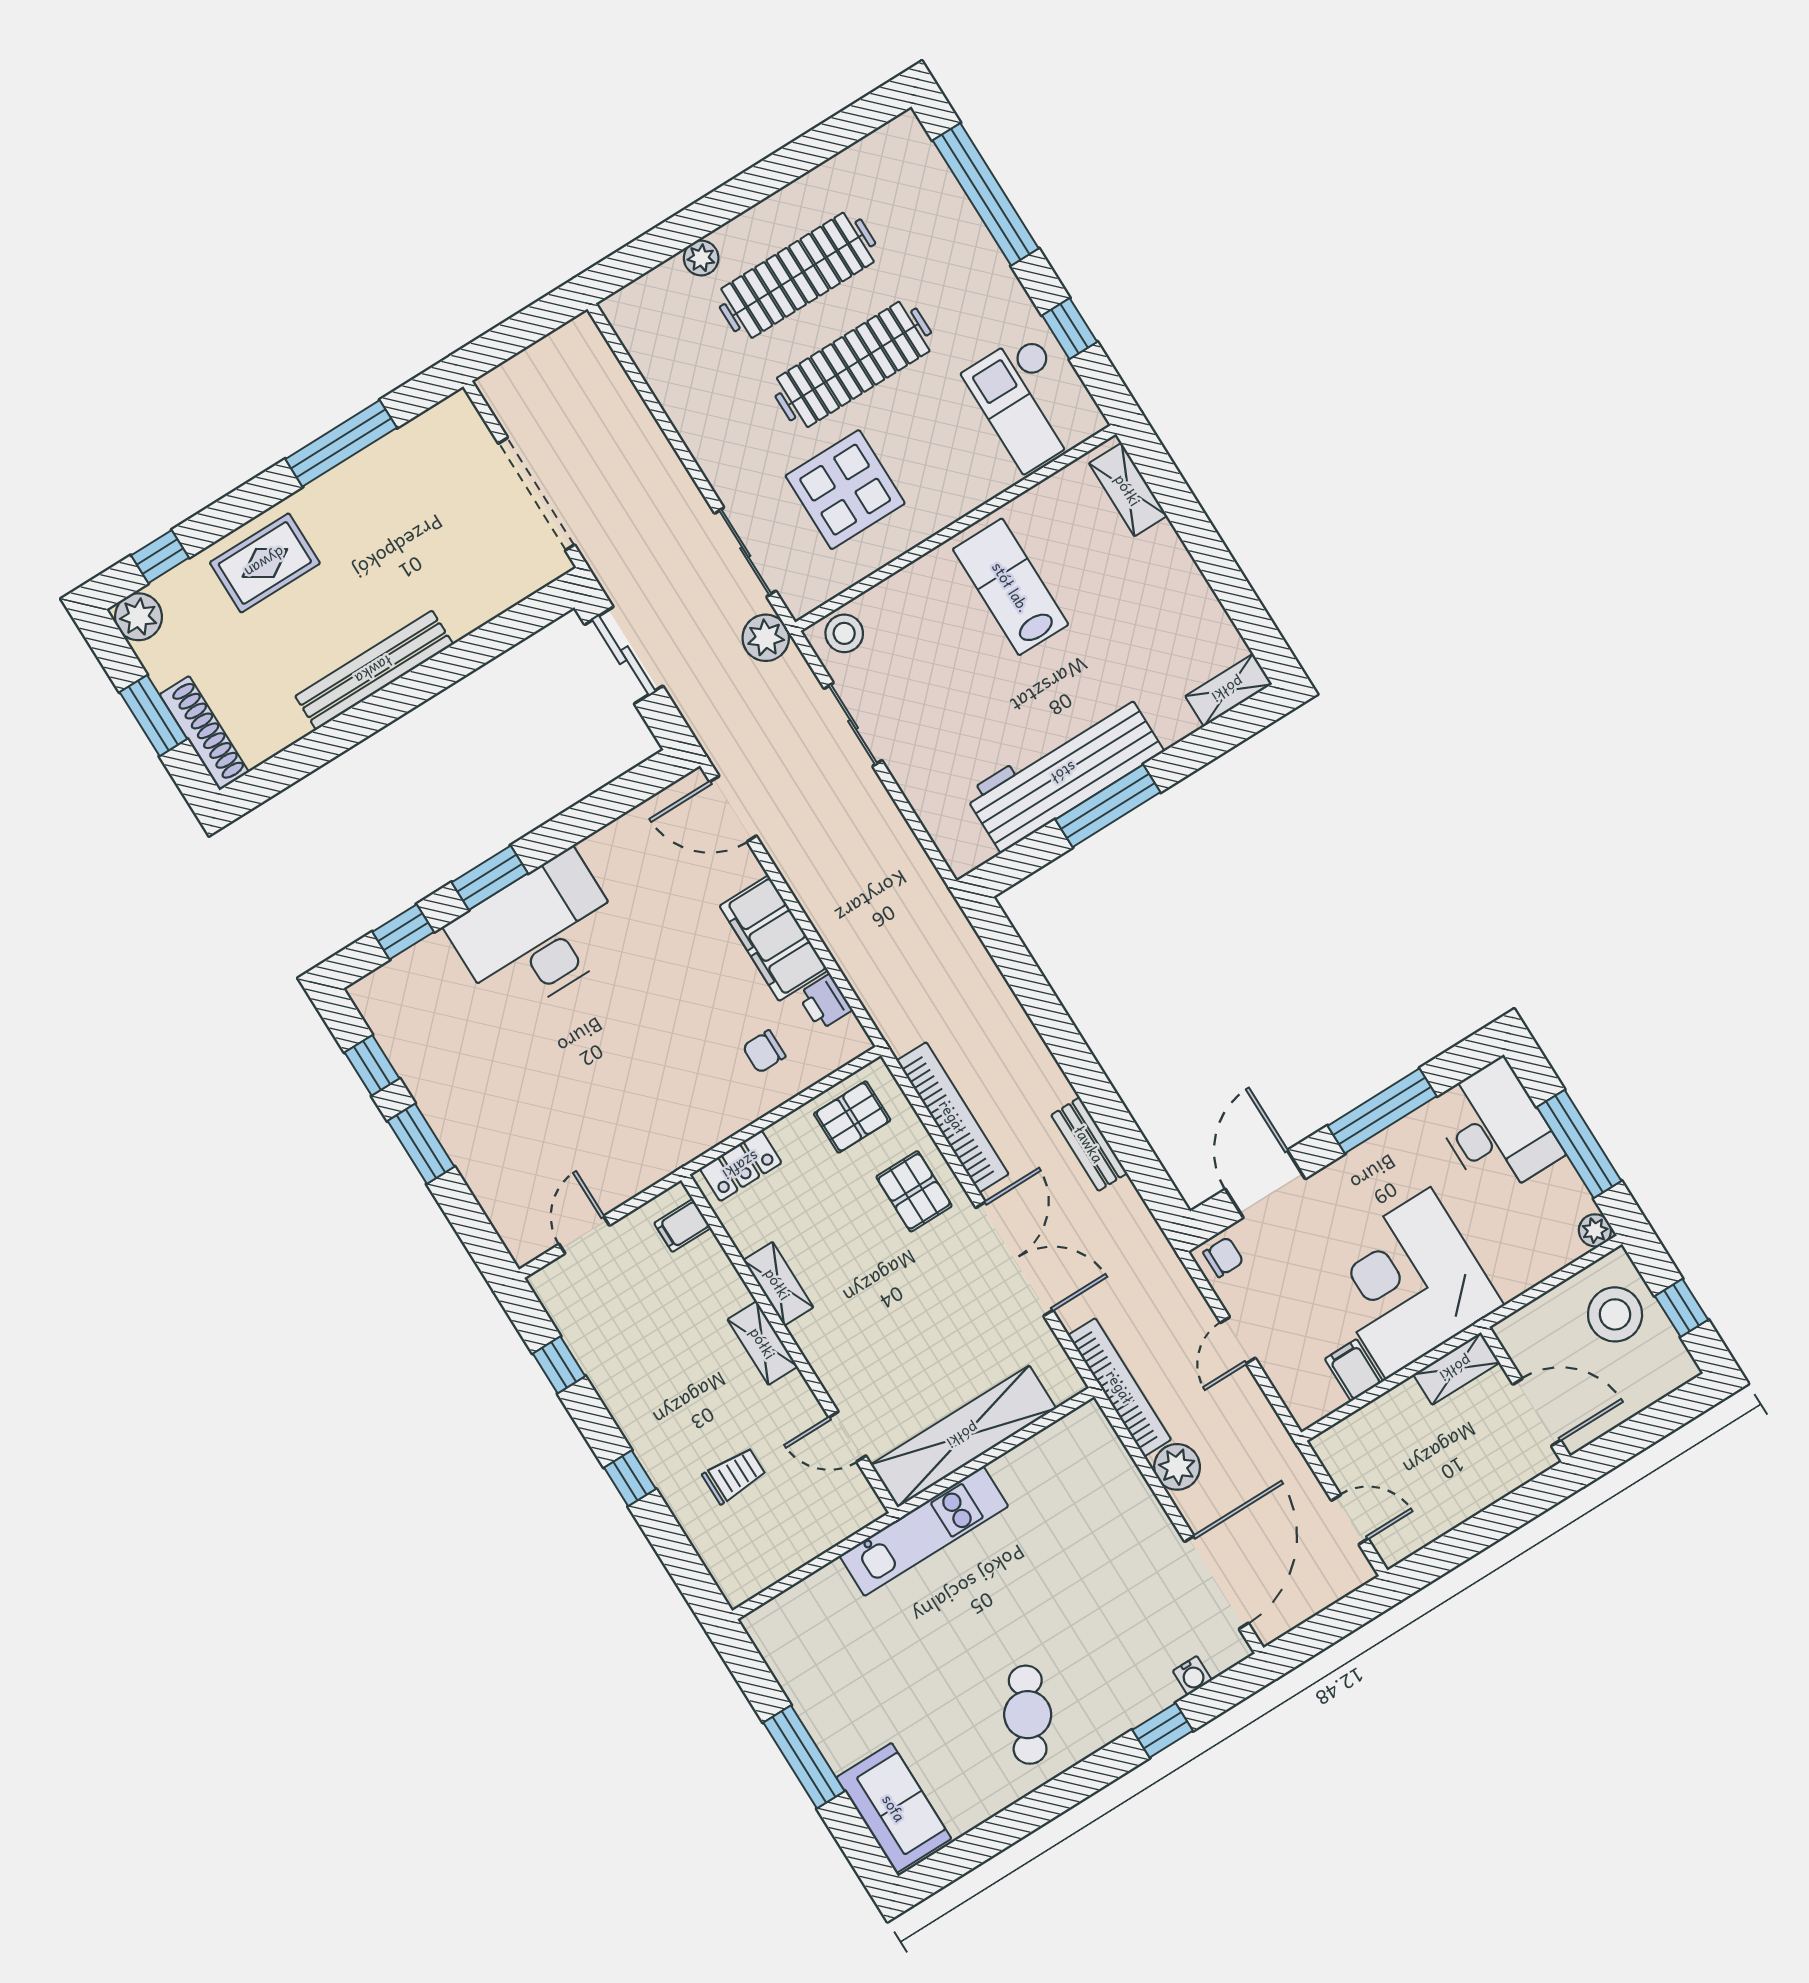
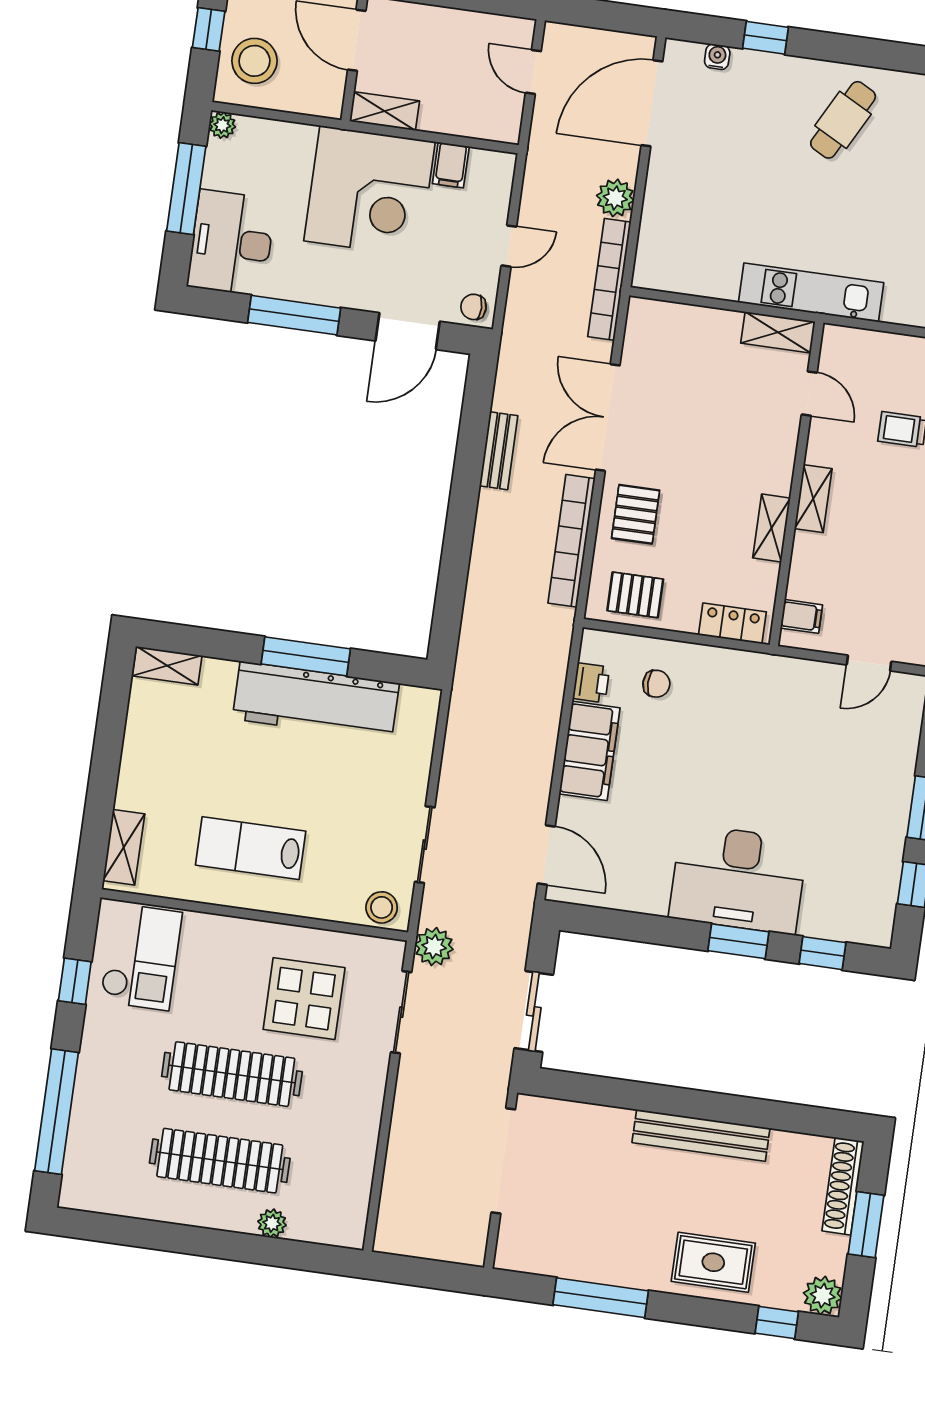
lab bench: (1011, 587) -> (251, 848), turned 90
shelving: (963, 1436) -> (778, 332), width x0.45, depth x0.75

